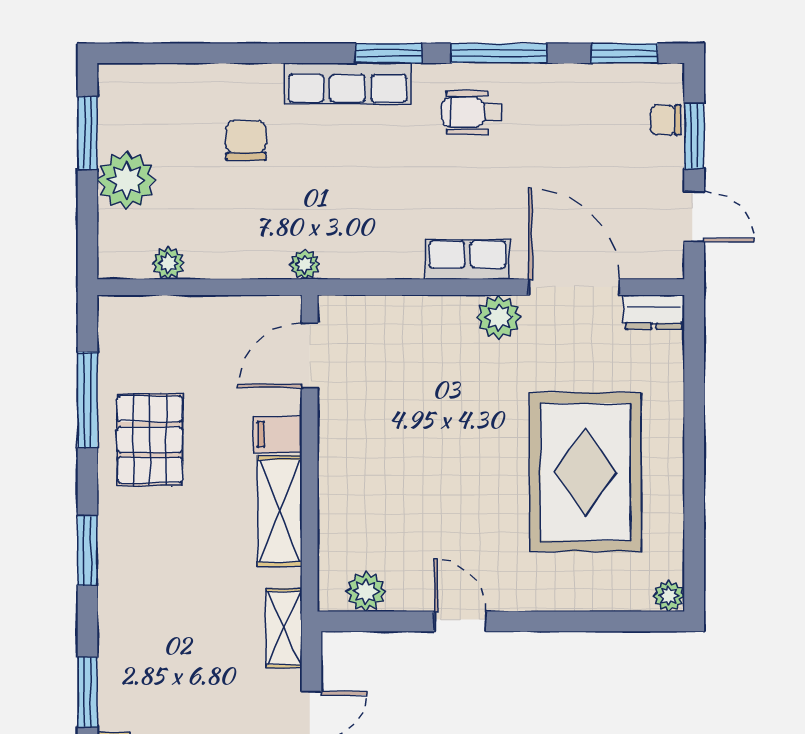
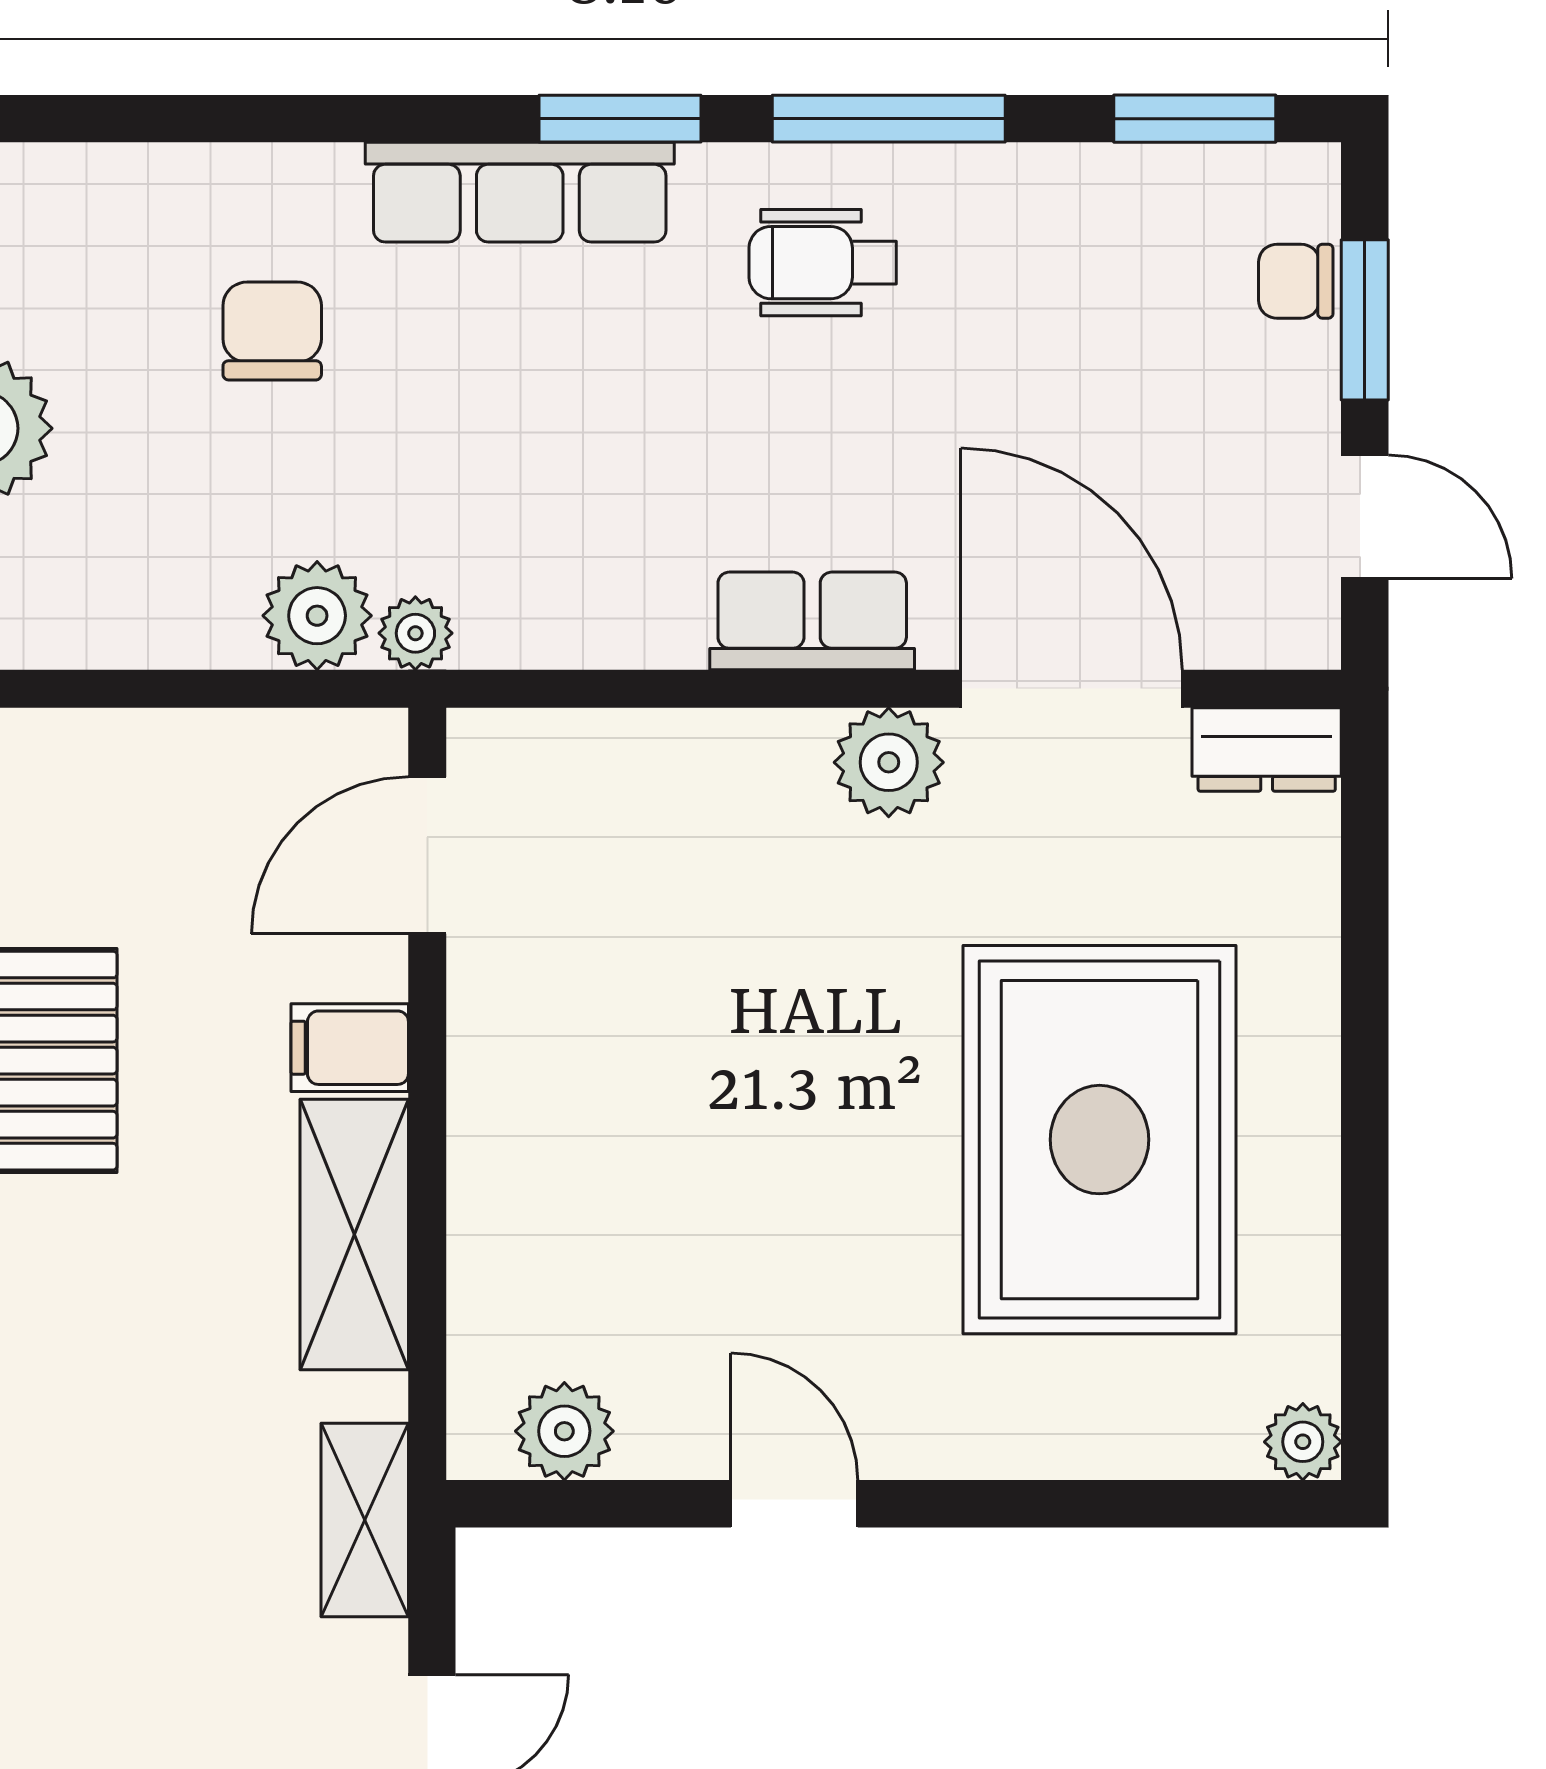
plant: (168, 263) -> (317, 616), moved, width x1.38, depth x1.38

